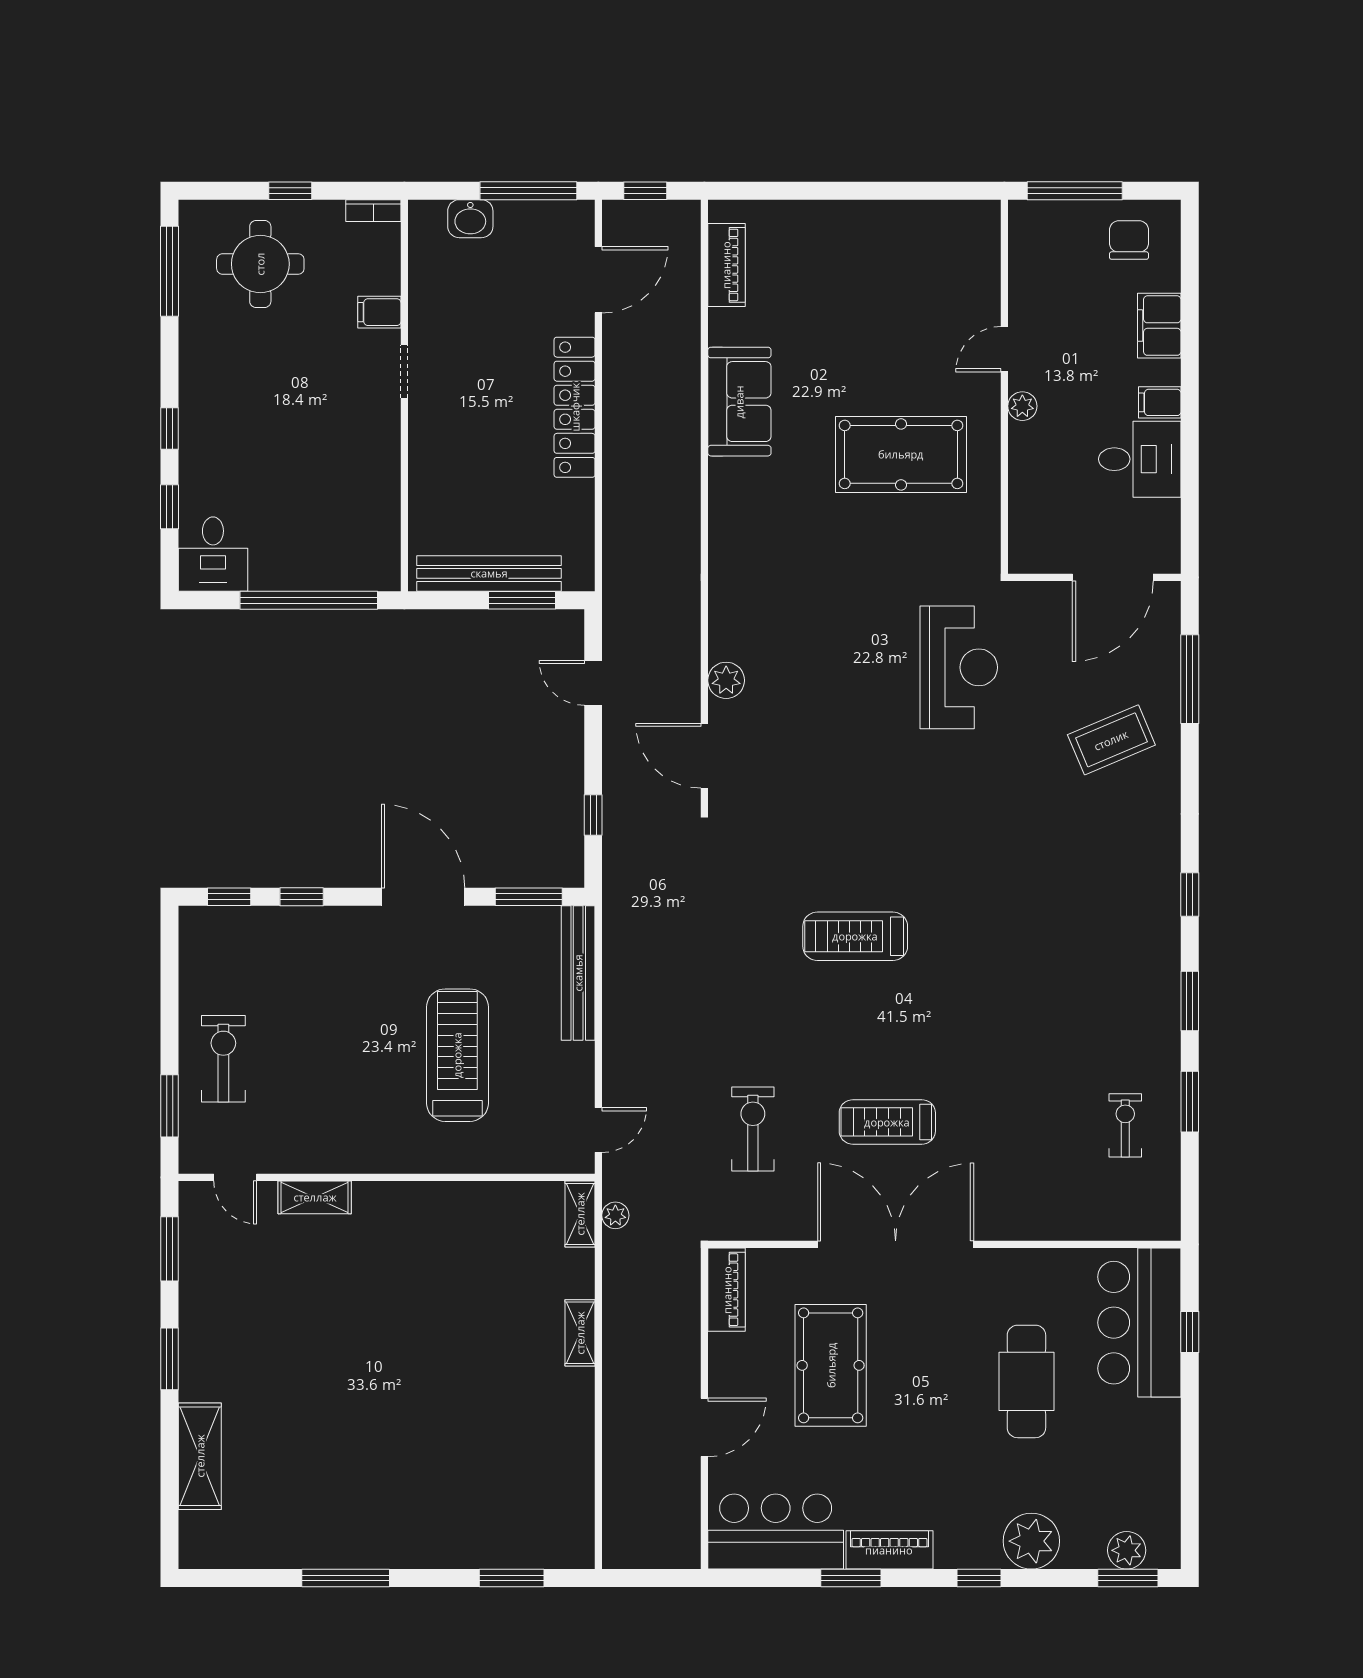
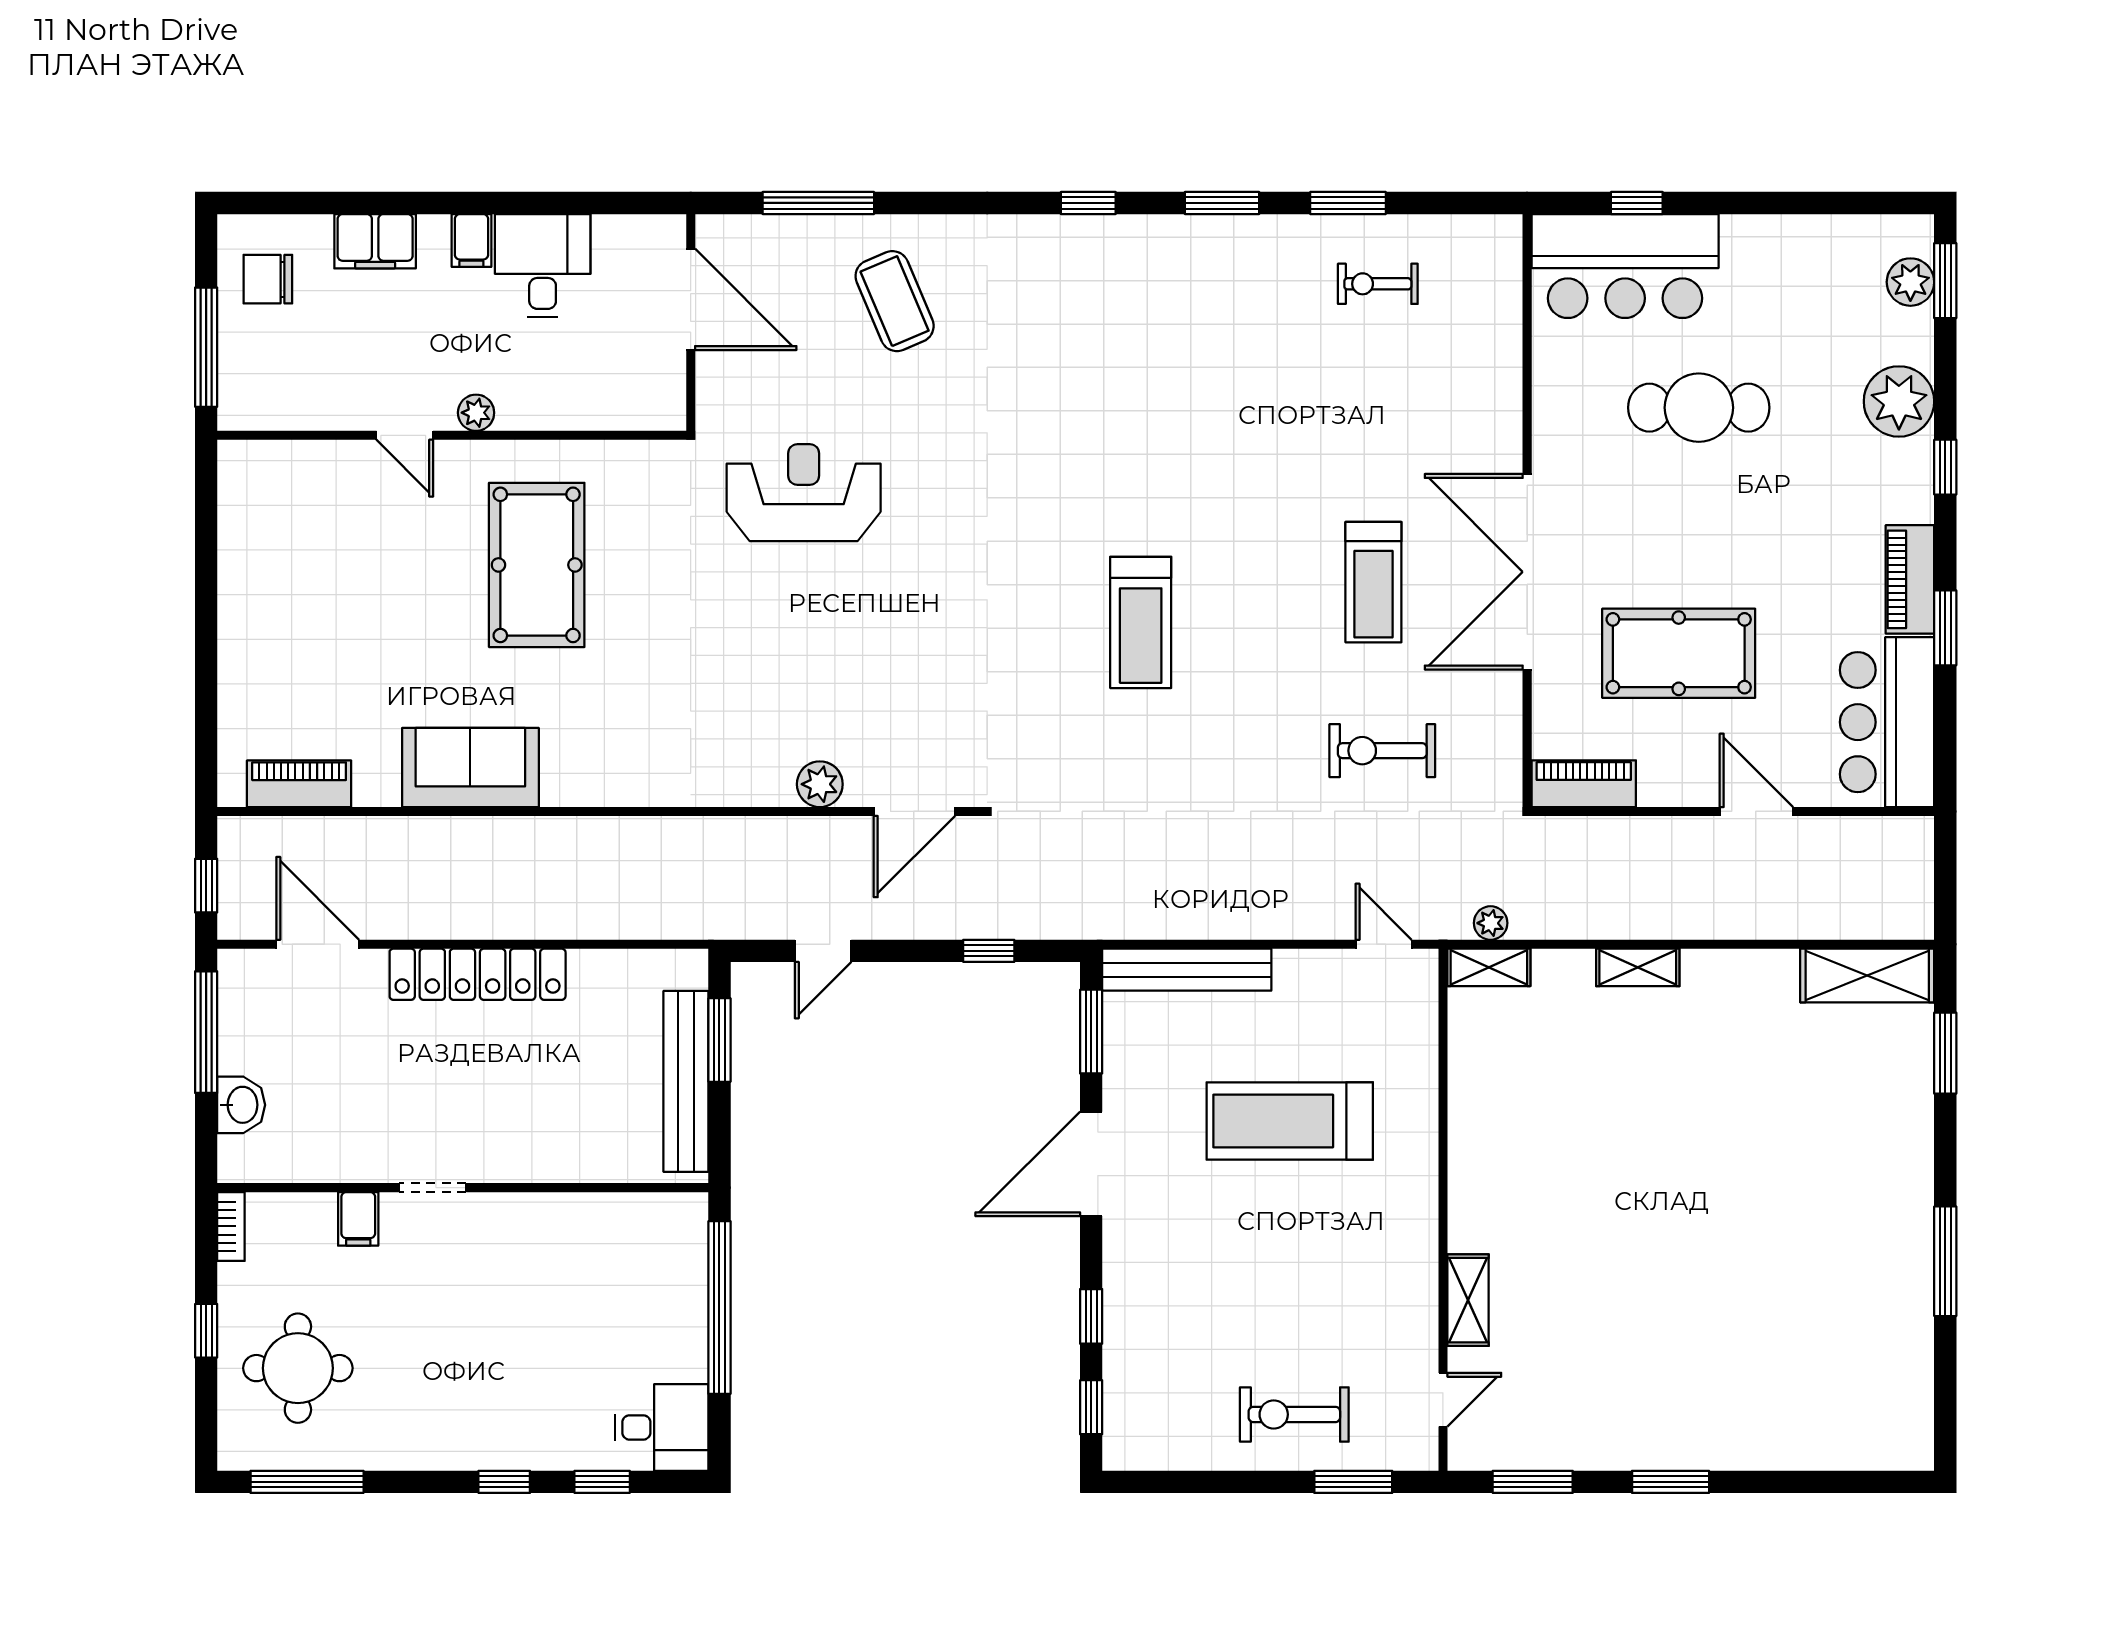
shelving: (200, 1456) -> (1867, 975), moved

